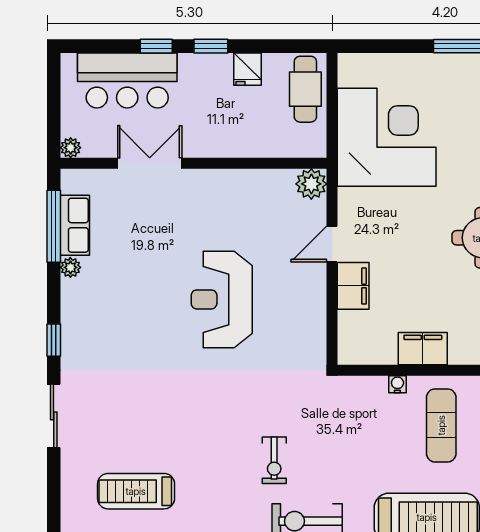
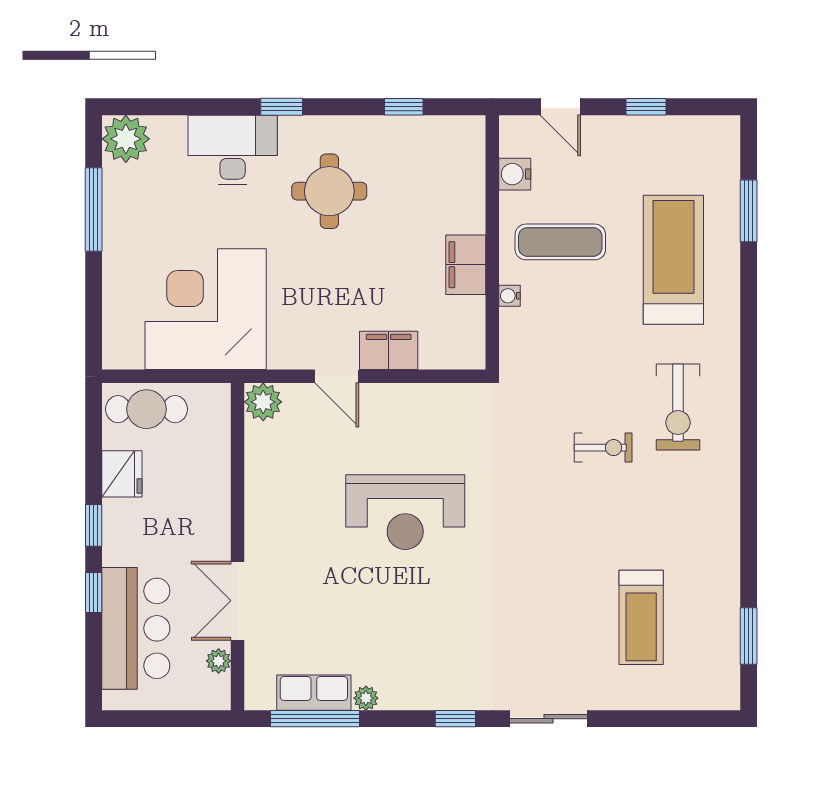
fridge: (247, 69) -> (122, 474), width x1.38
plant: (71, 148) -> (219, 661), moved

